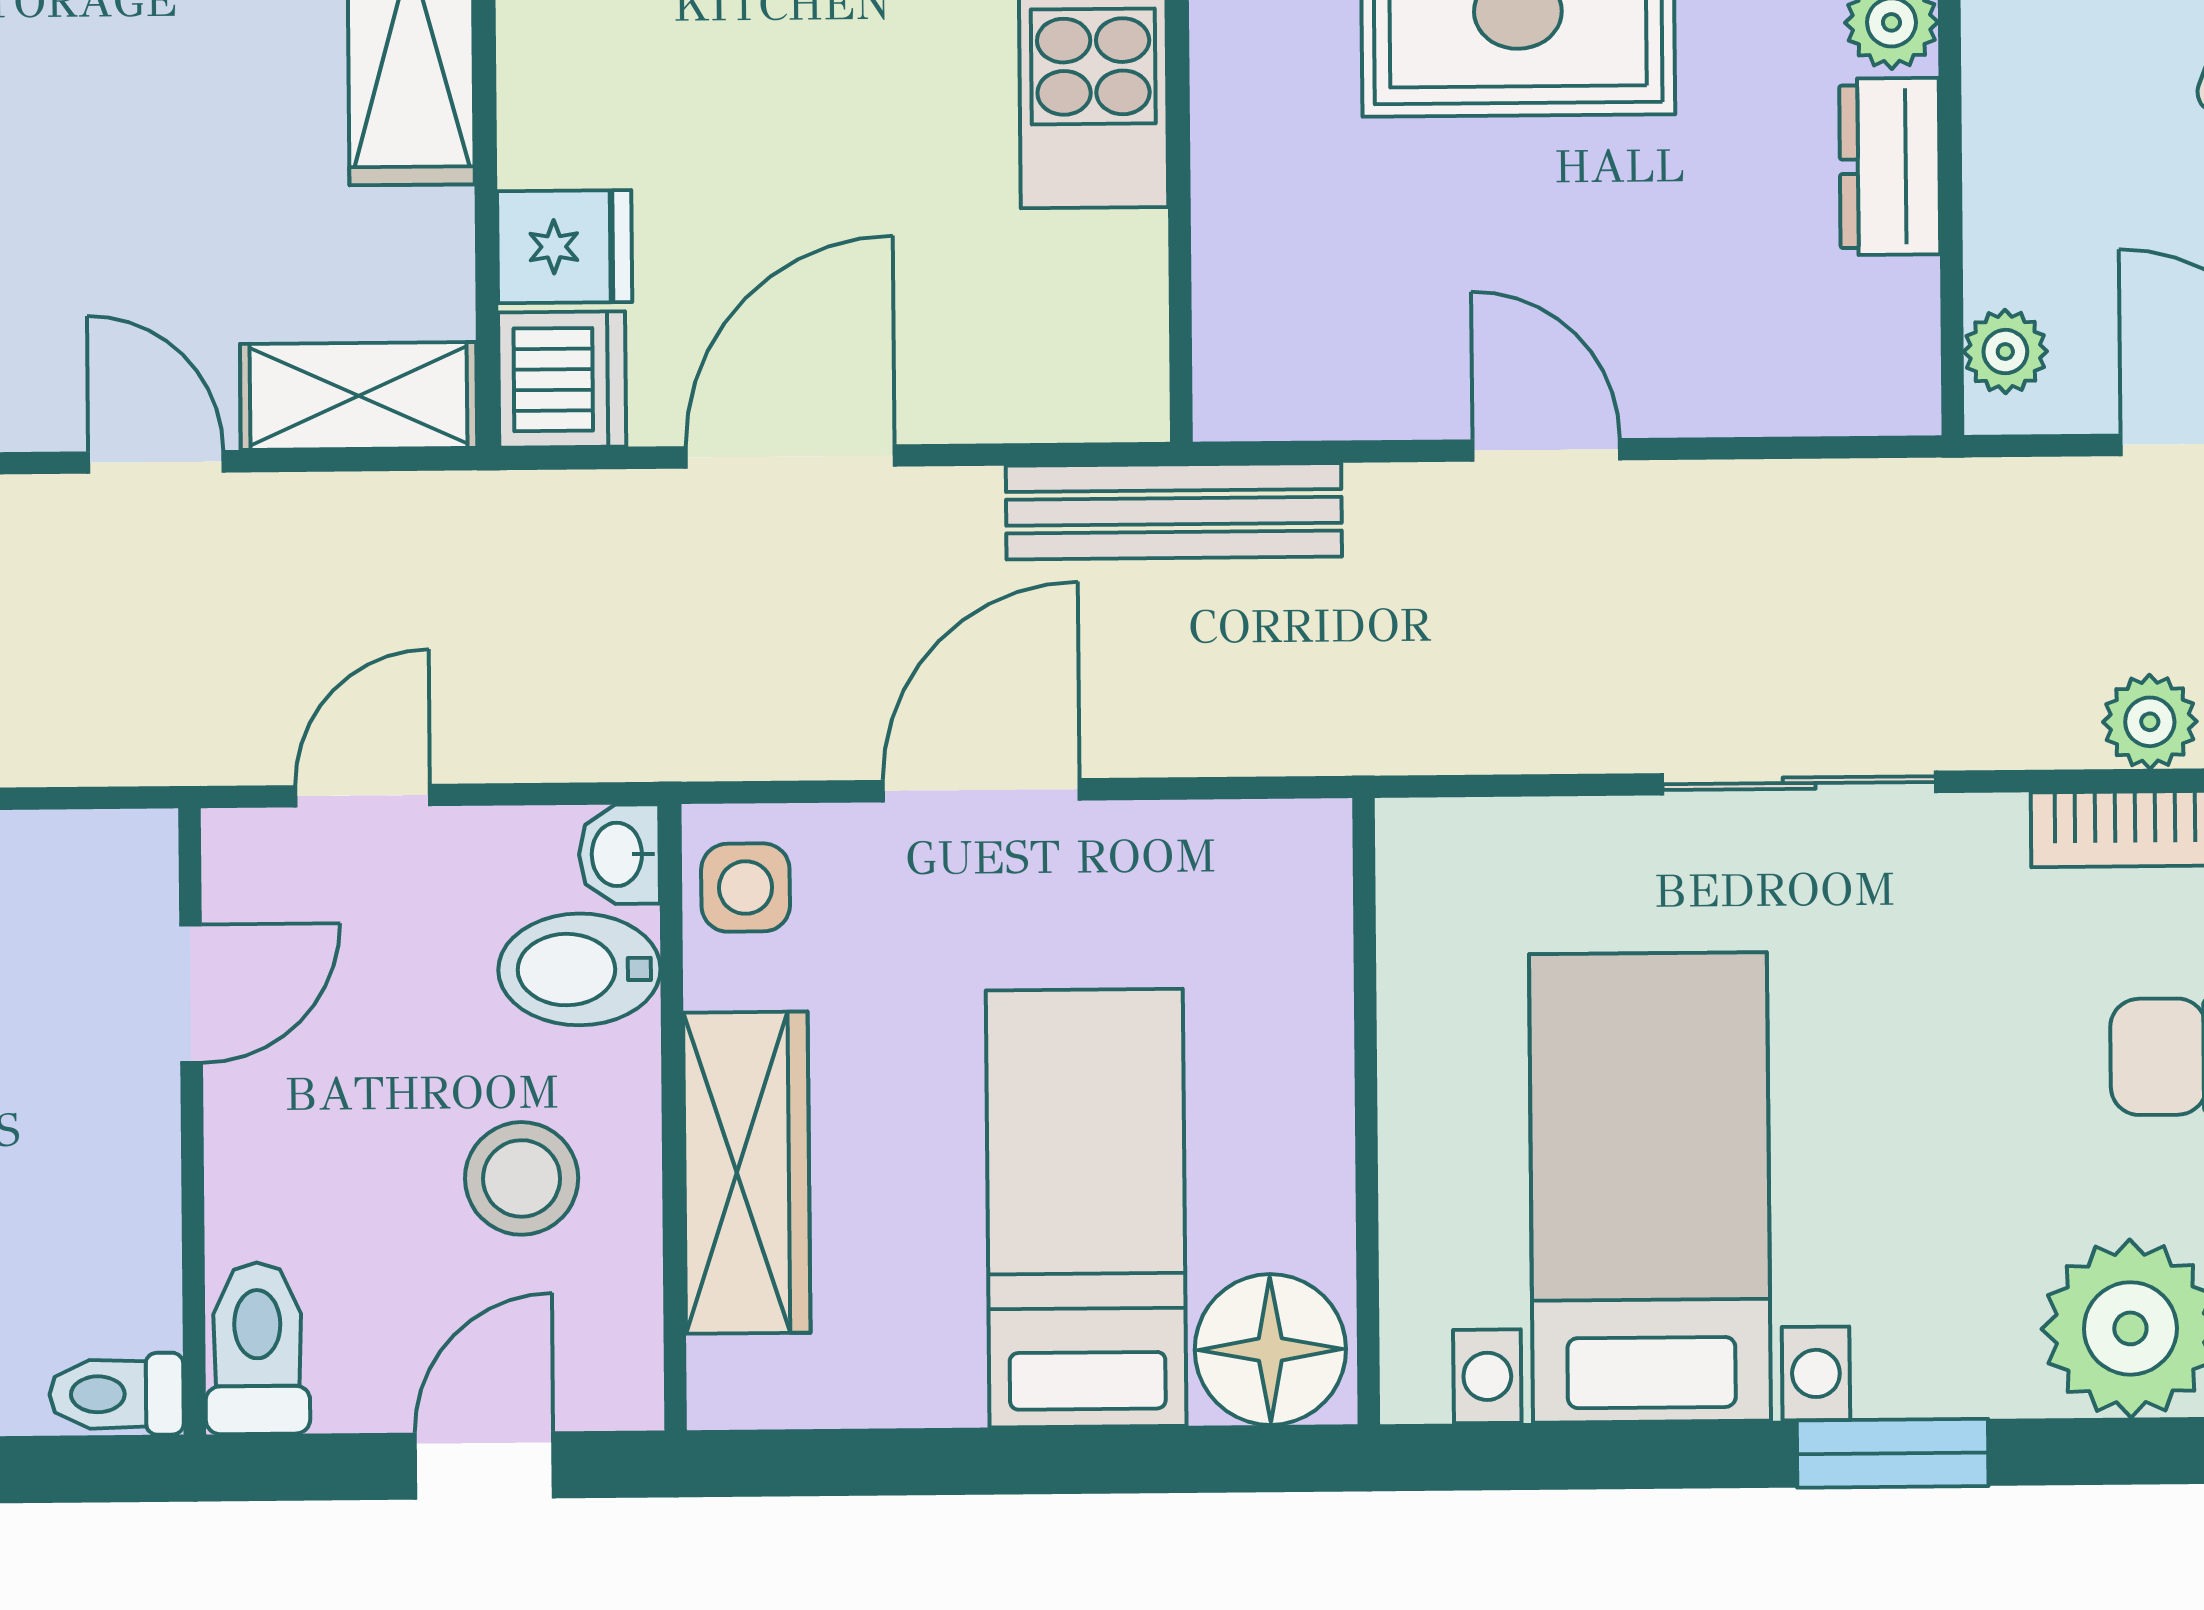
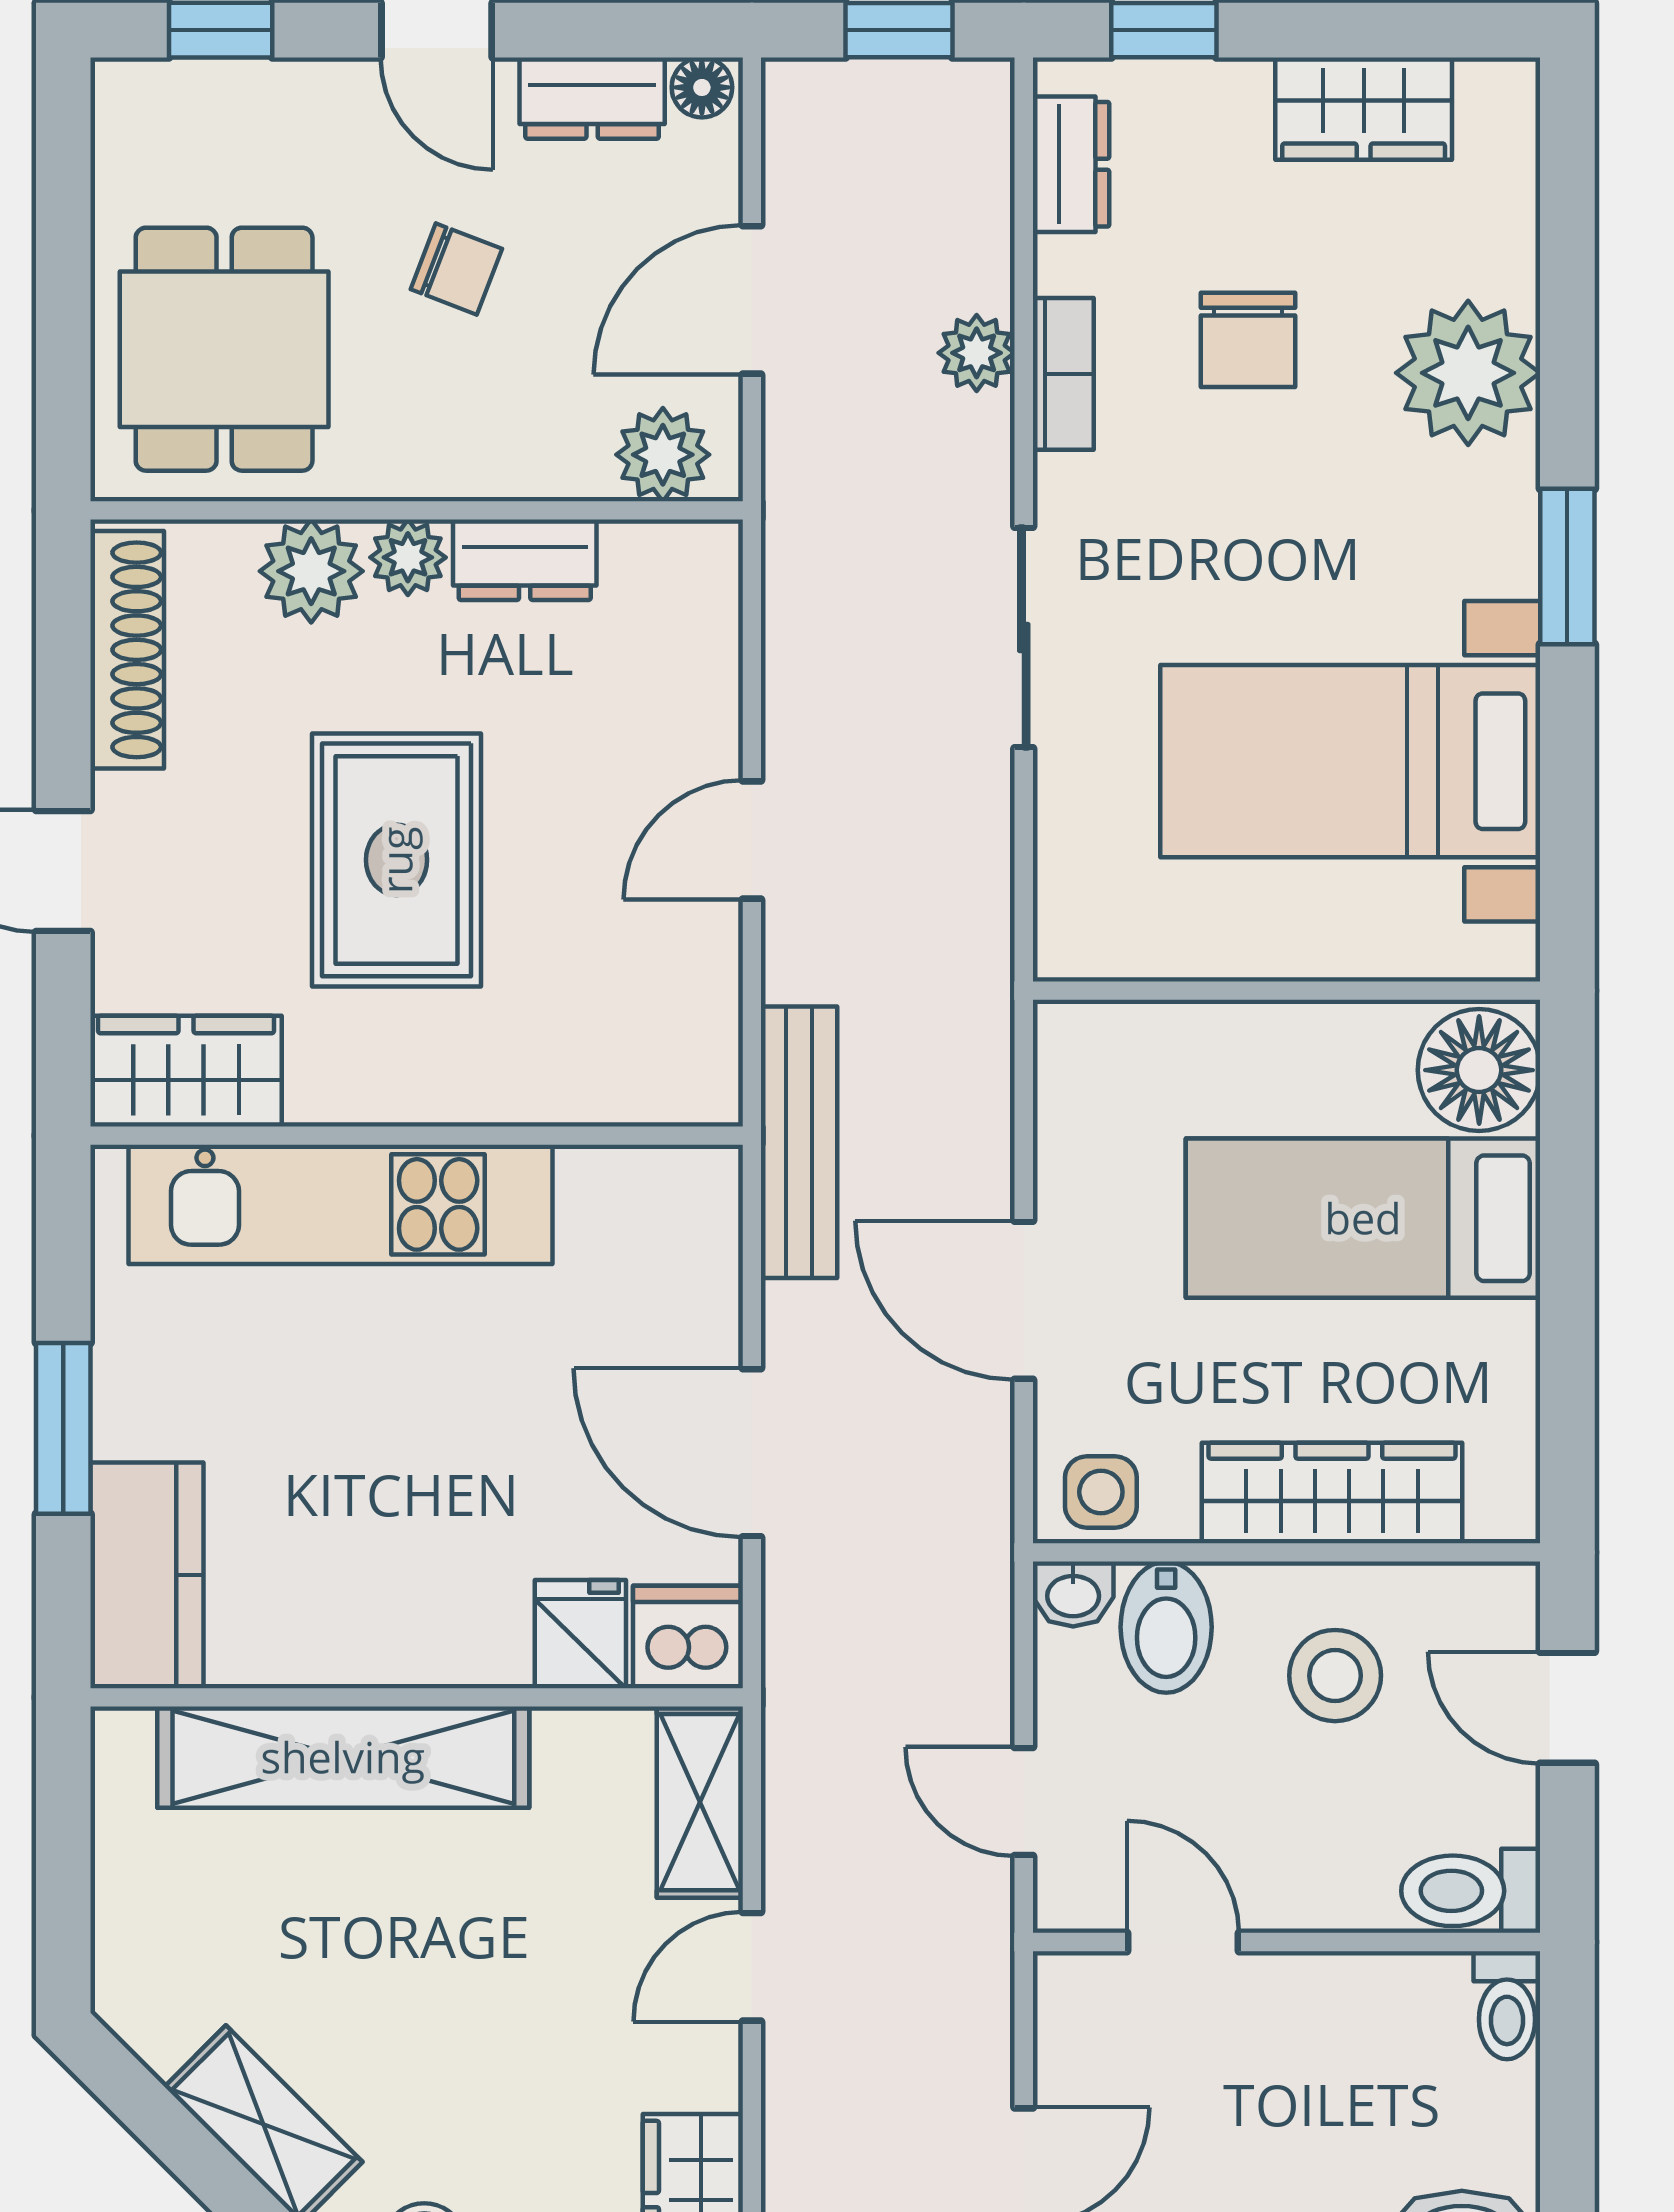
plant: (2005, 352) -> (663, 455), width x1.38, depth x1.38

